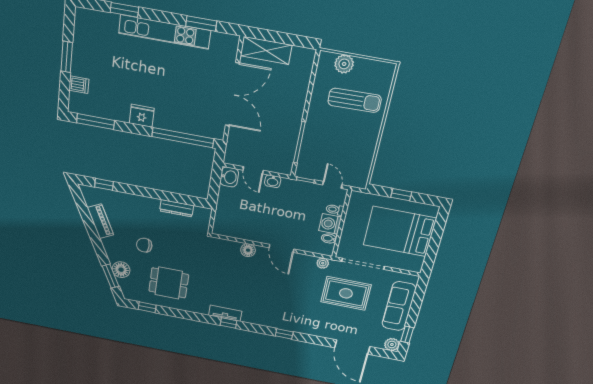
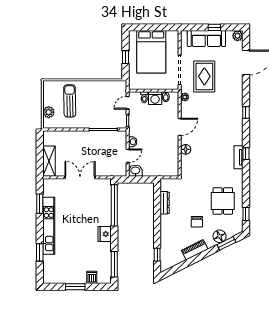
double door: (232, 95) -> (80, 177), width x0.73
piano: (100, 221) -> (195, 250), moved
window: (407, 334) -> (214, 27), moved

